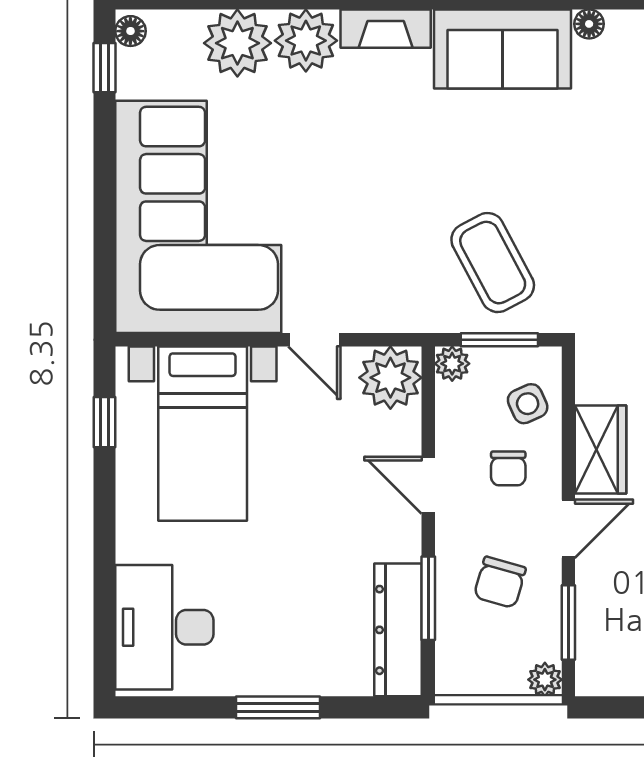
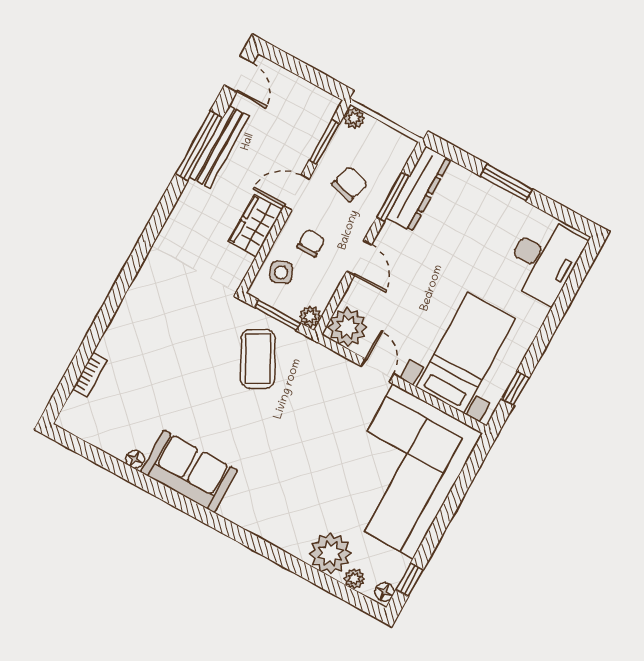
fireplace: (386, 29) -> (246, 517), removed
plant: (306, 41) -> (354, 579), moved, width x0.53, depth x0.53

